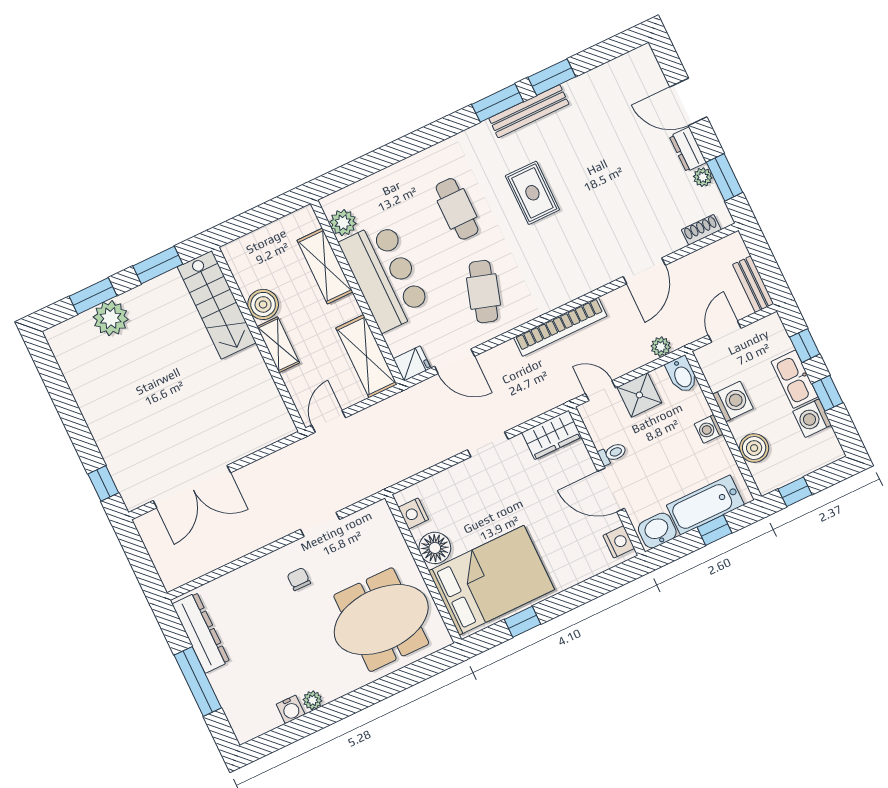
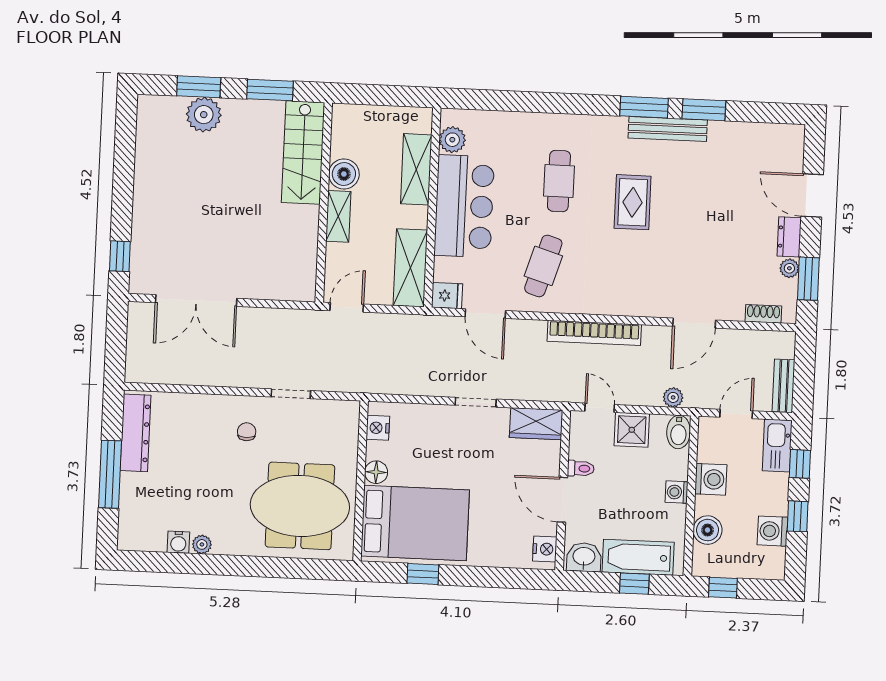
kitchen sink: (795, 379) -> (777, 446), moved
floor lamp: (435, 548) -> (376, 472), width x0.73, depth x0.73

